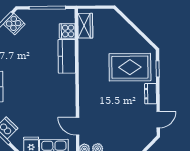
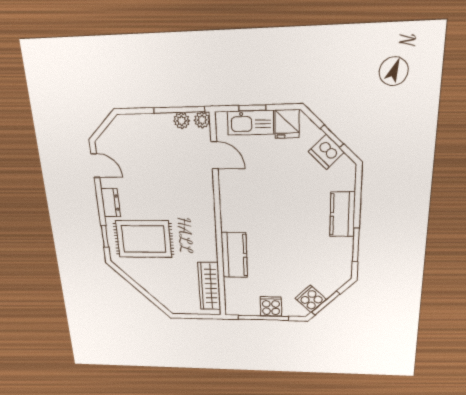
wardrobe: (85, 26) -> (209, 286), width x1.50
cooker: (67, 31) -> (271, 306), moved, turned -90
door: (158, 120) -> (95, 166), swing flipped

